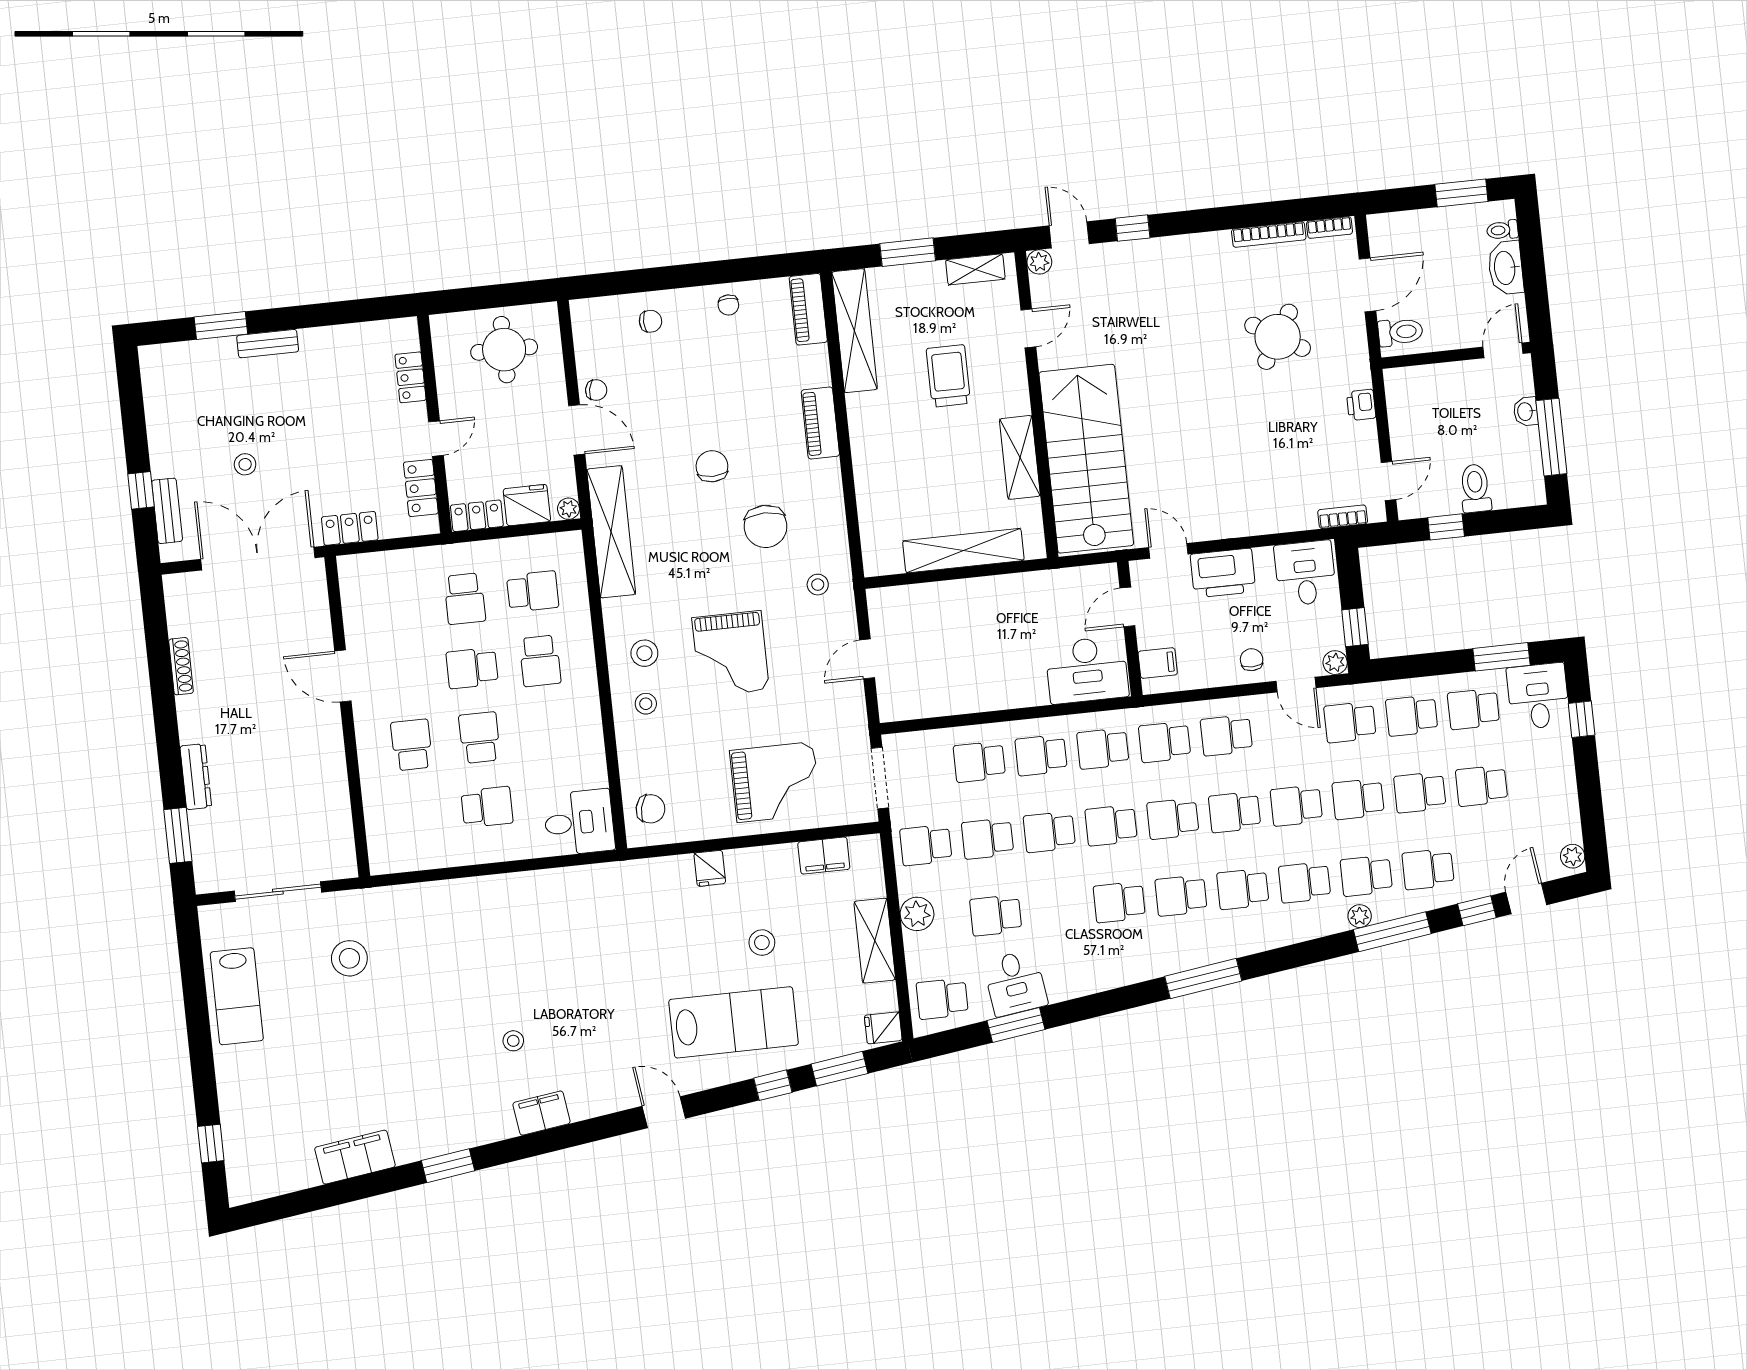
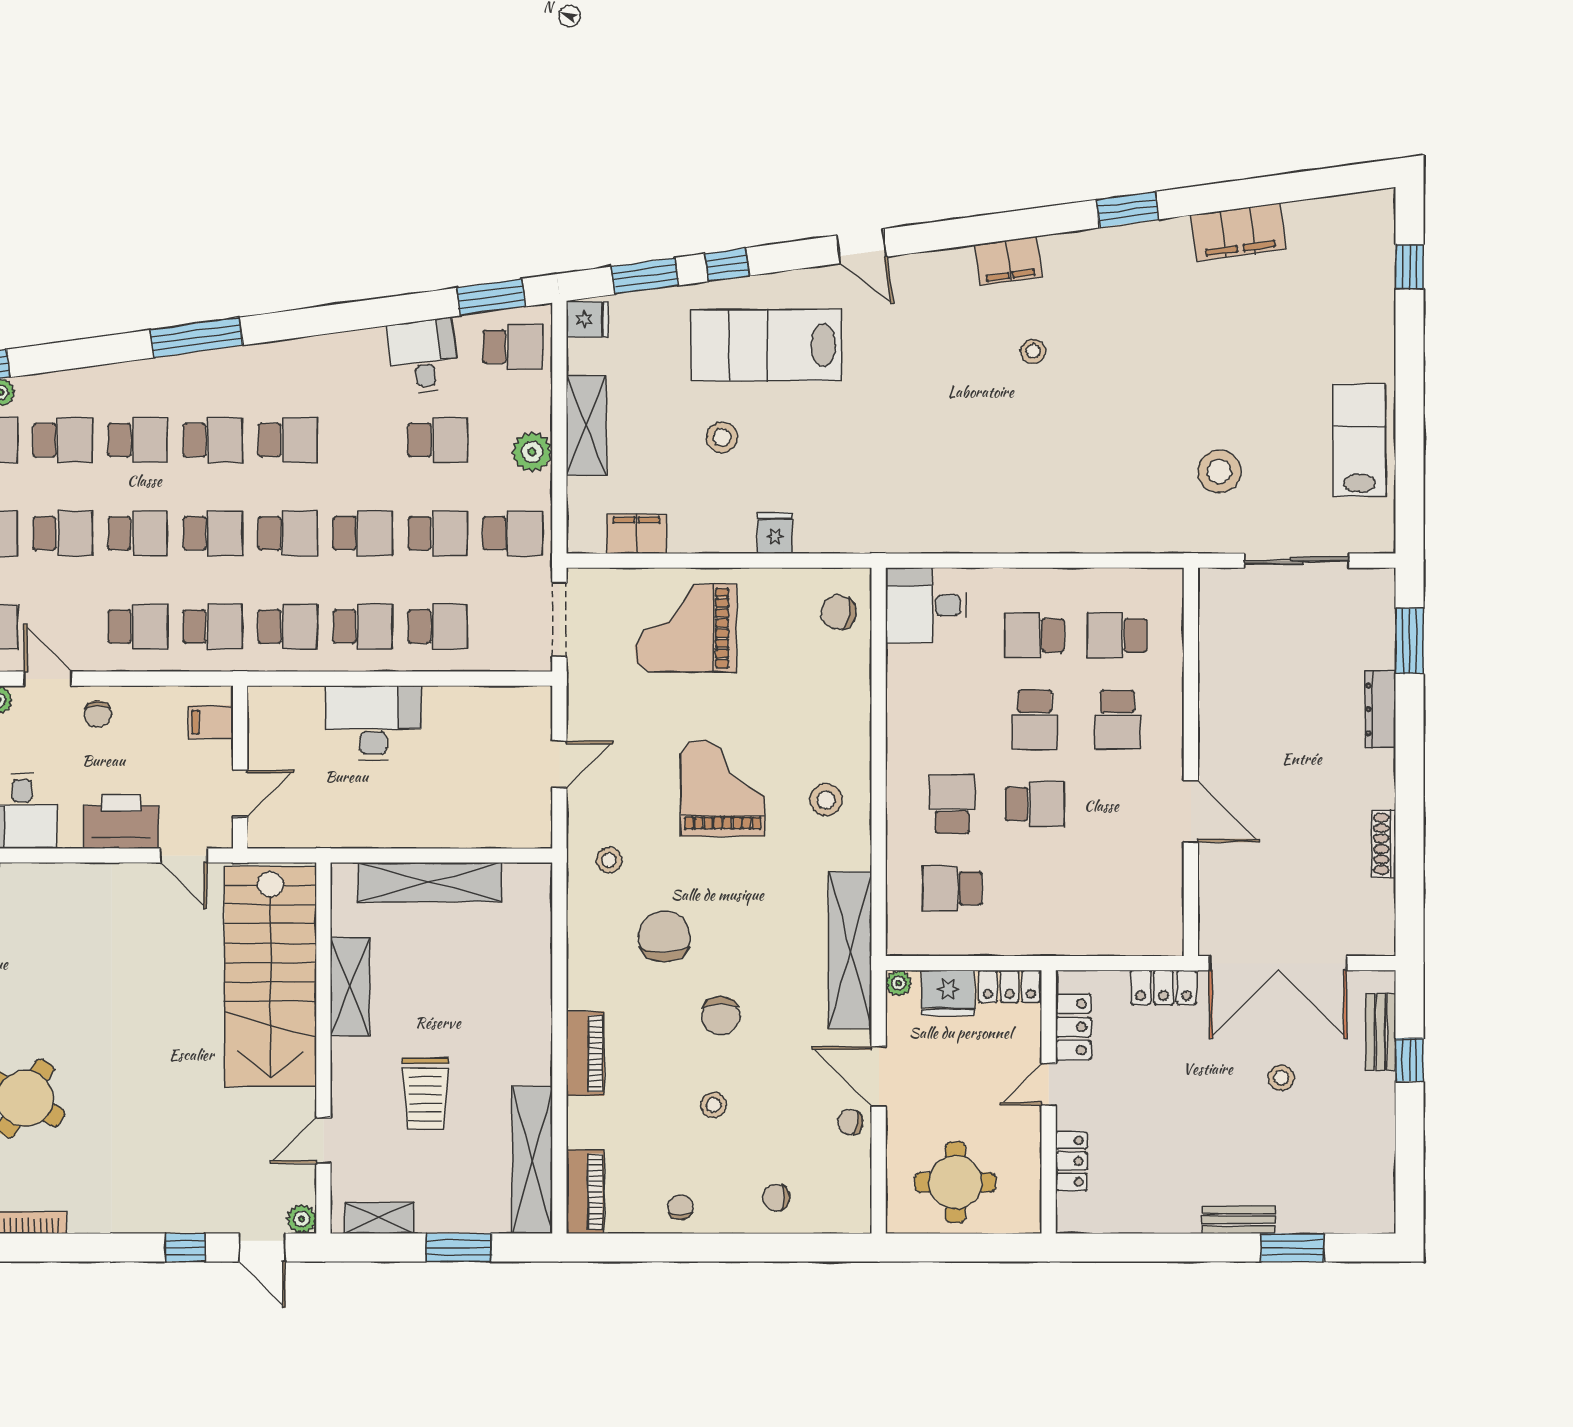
school desk: (465, 599) -> (1117, 635), moved, turned -90
desk: (1087, 670) -> (373, 723), moved
stool: (646, 704) -> (714, 1105), moved
window: (1016, 1025) -> (491, 297), moved

